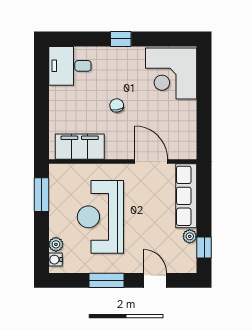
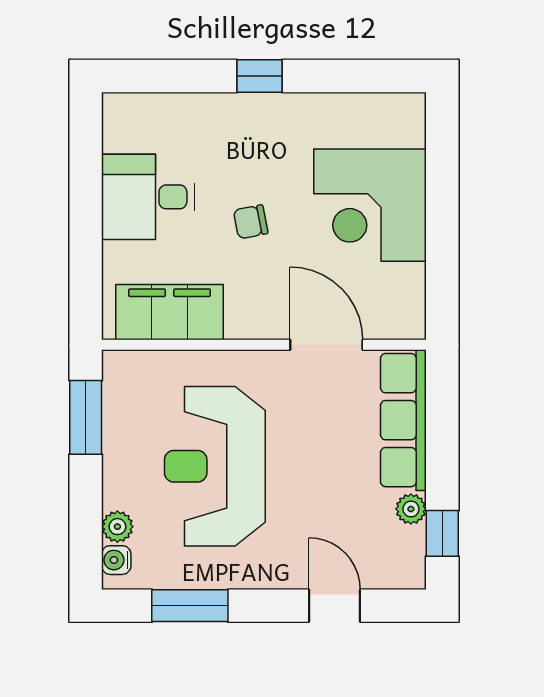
desk: (70, 66) -> (148, 197), moved
corner desk: (171, 73) -> (370, 205), moved
chair: (117, 105) -> (251, 222), turned -90
window: (107, 280) -> (190, 606), moved

